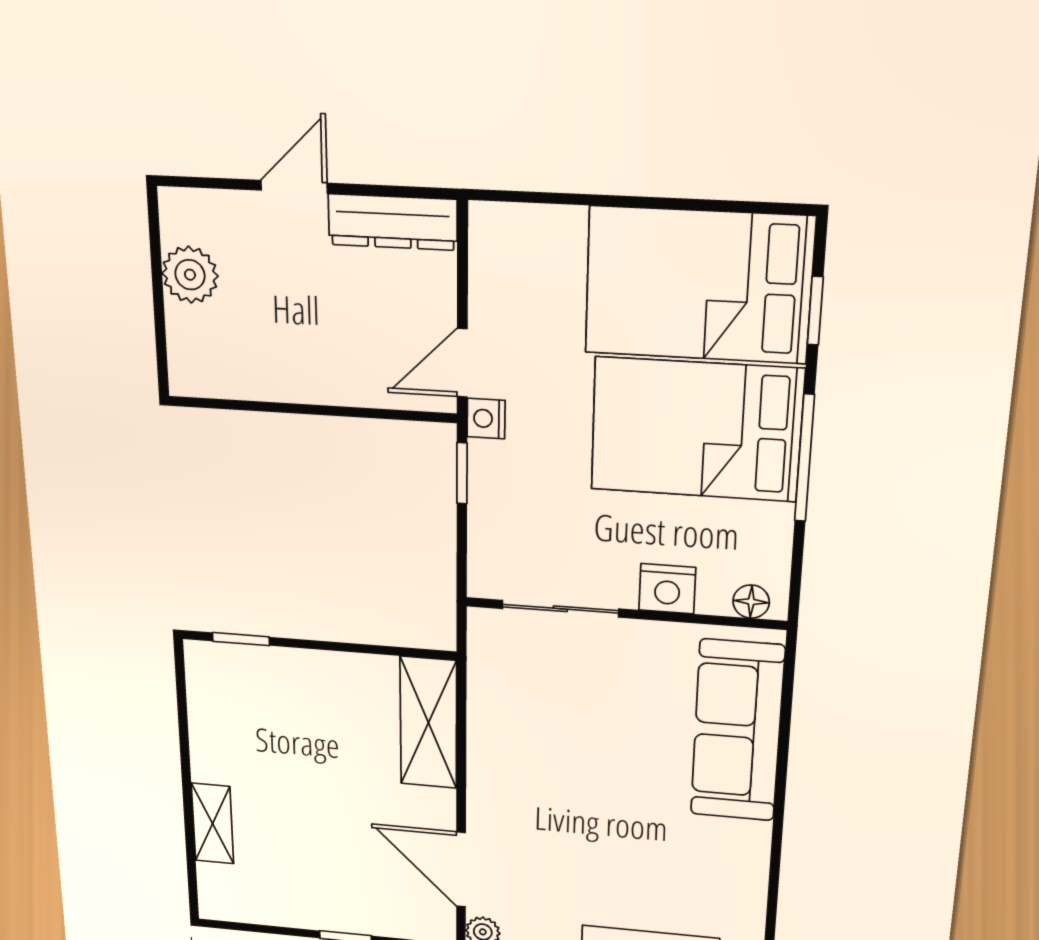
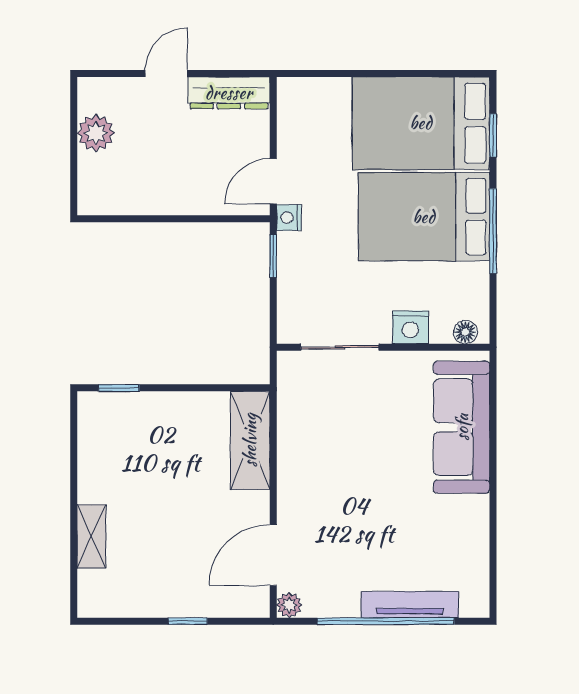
door: (461, 870) -> (273, 555), hinge flipped

